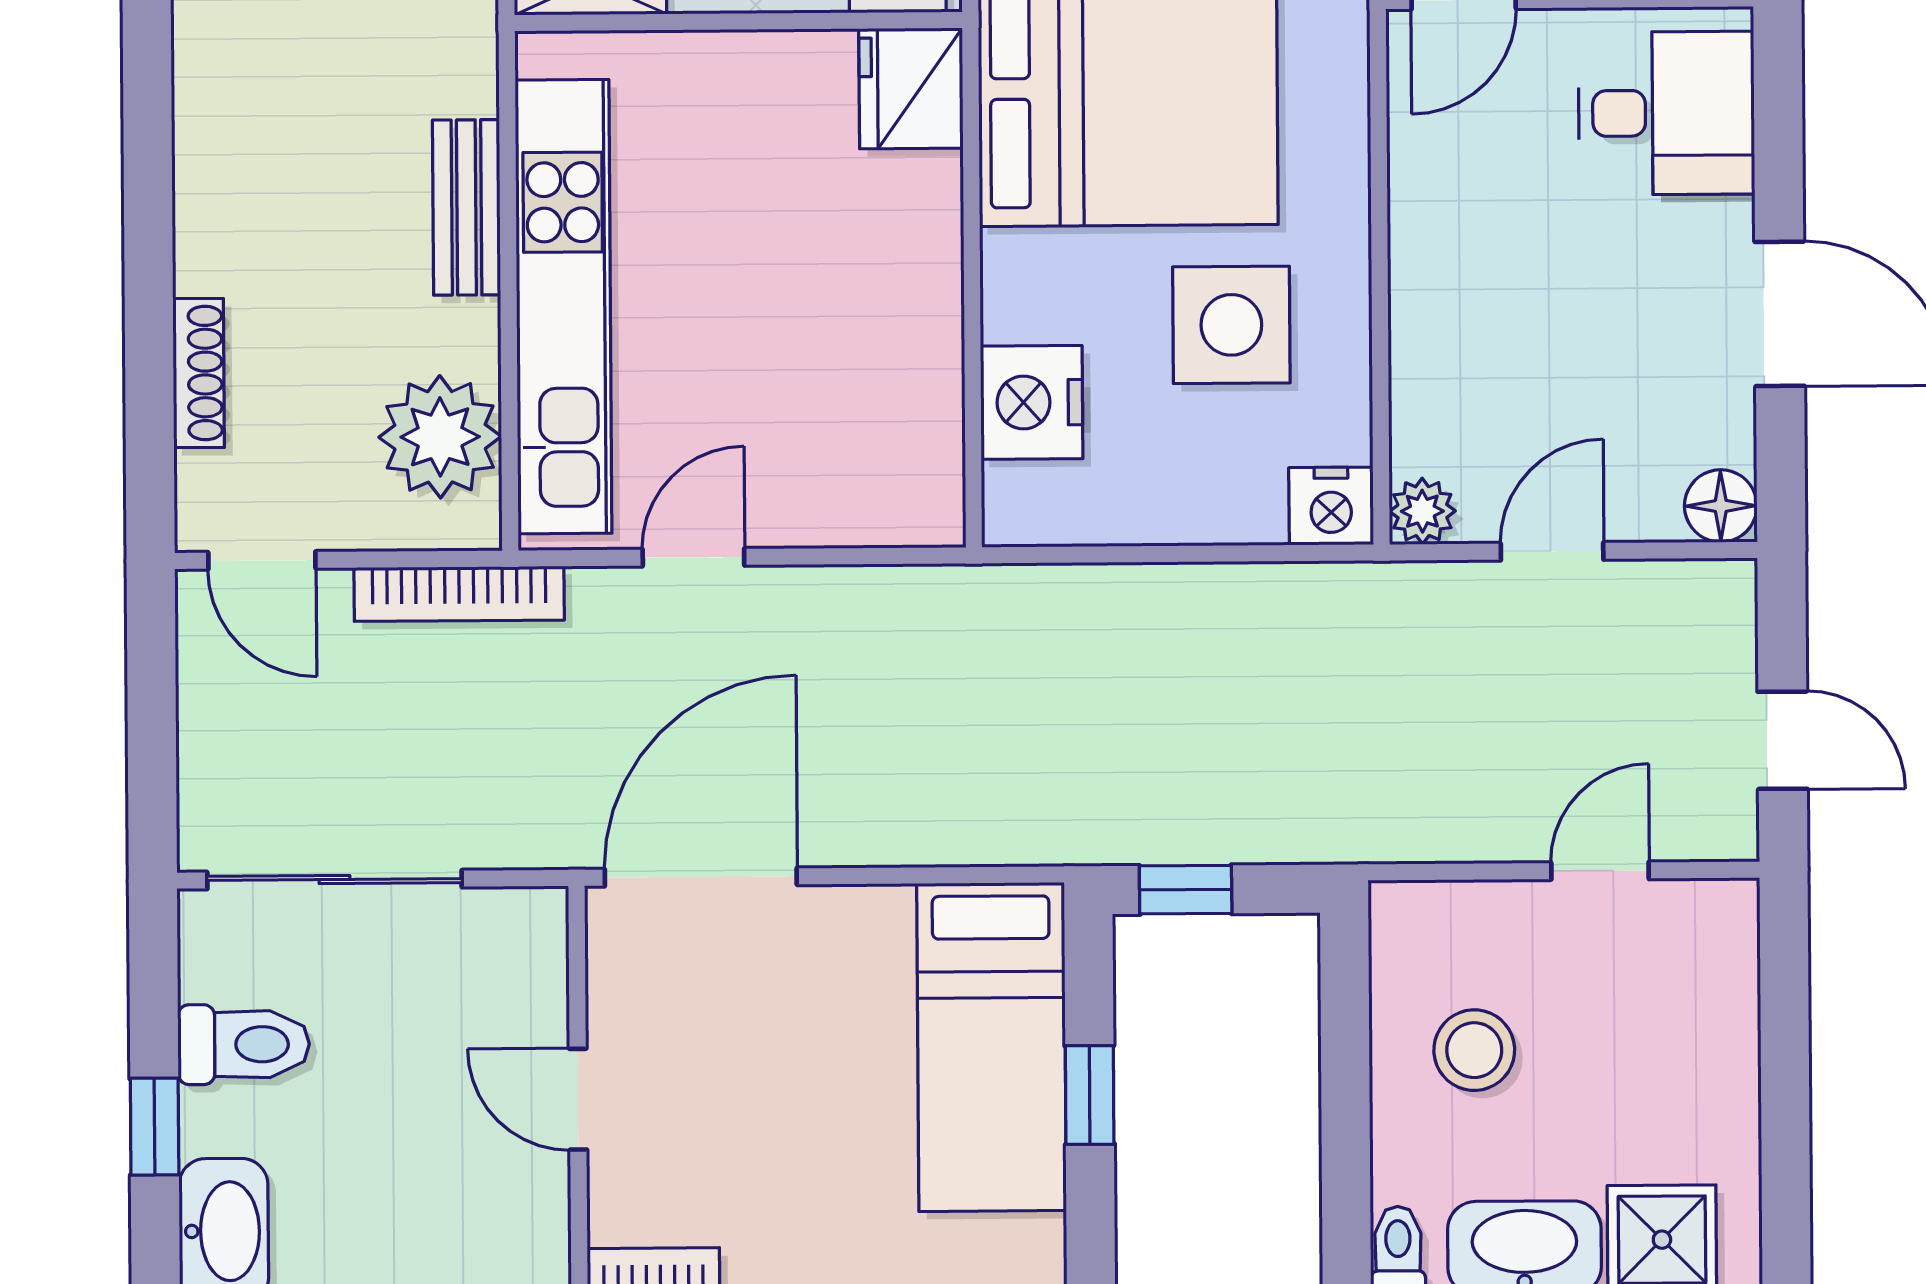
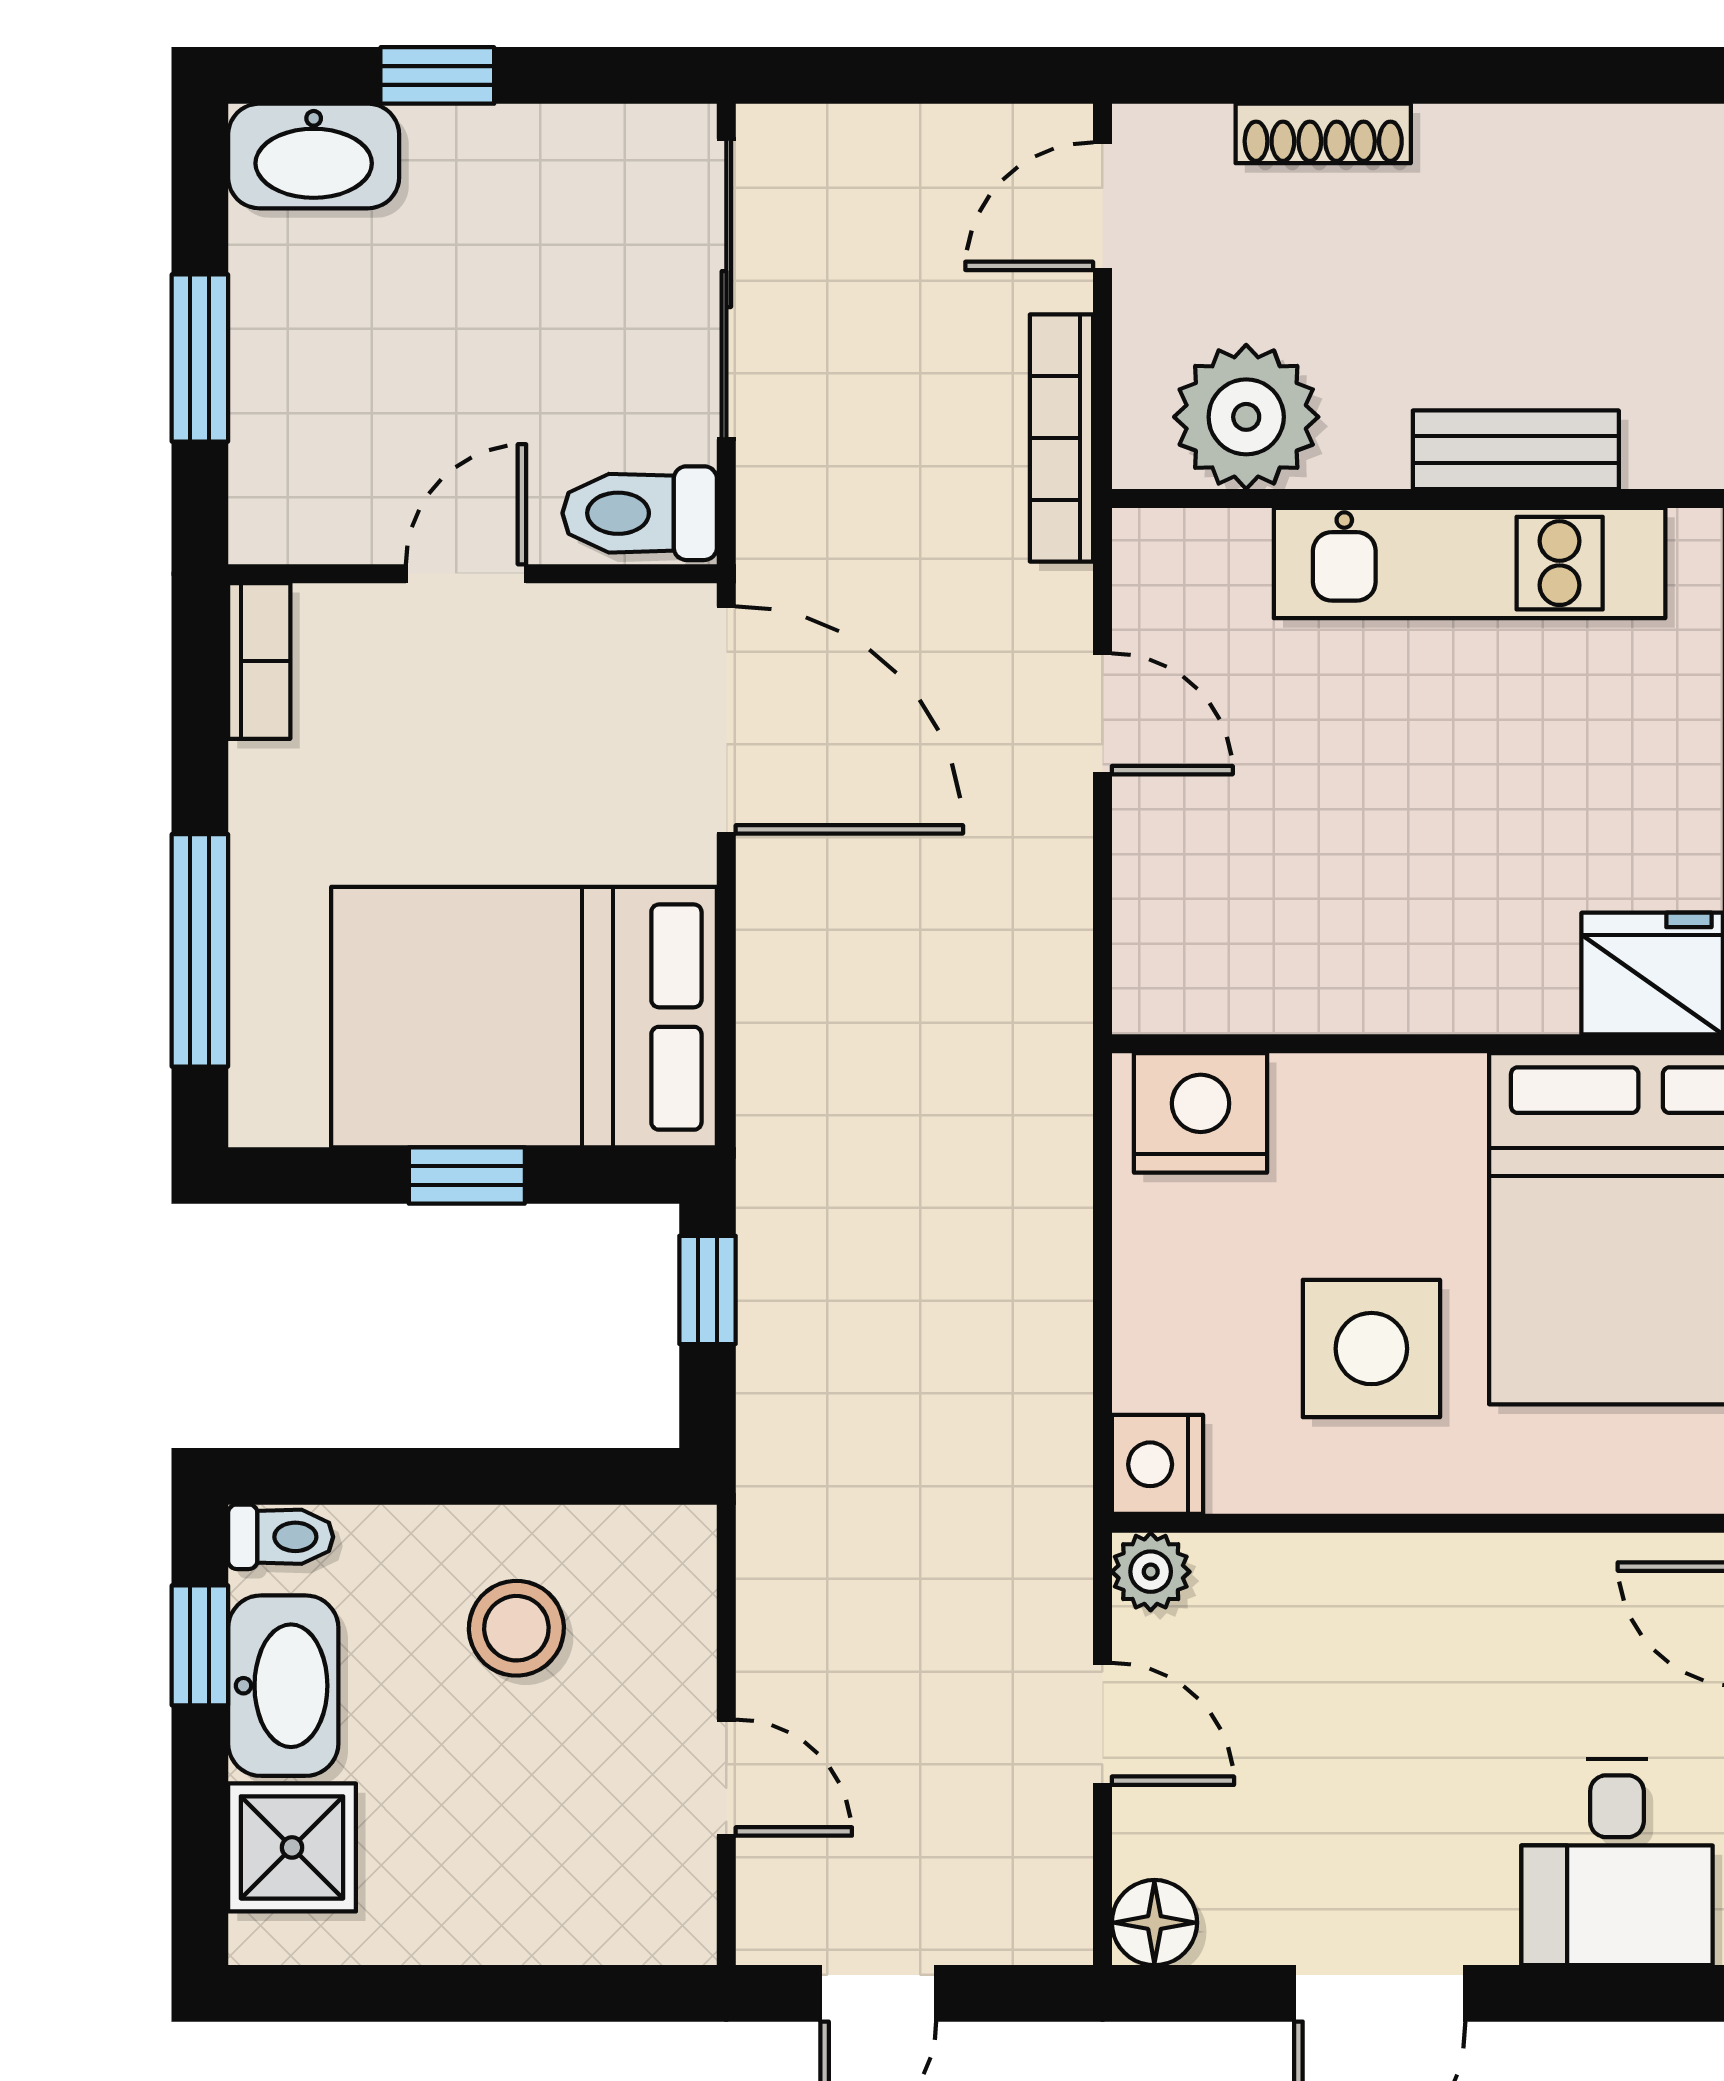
kitchen unit: (563, 307) -> (1470, 563), width x0.73
nightstand: (1032, 402) -> (1201, 1113), moved
toilet: (244, 1044) -> (640, 513), moved, turned 90
bed: (992, 1047) -> (524, 1017), width x1.50

